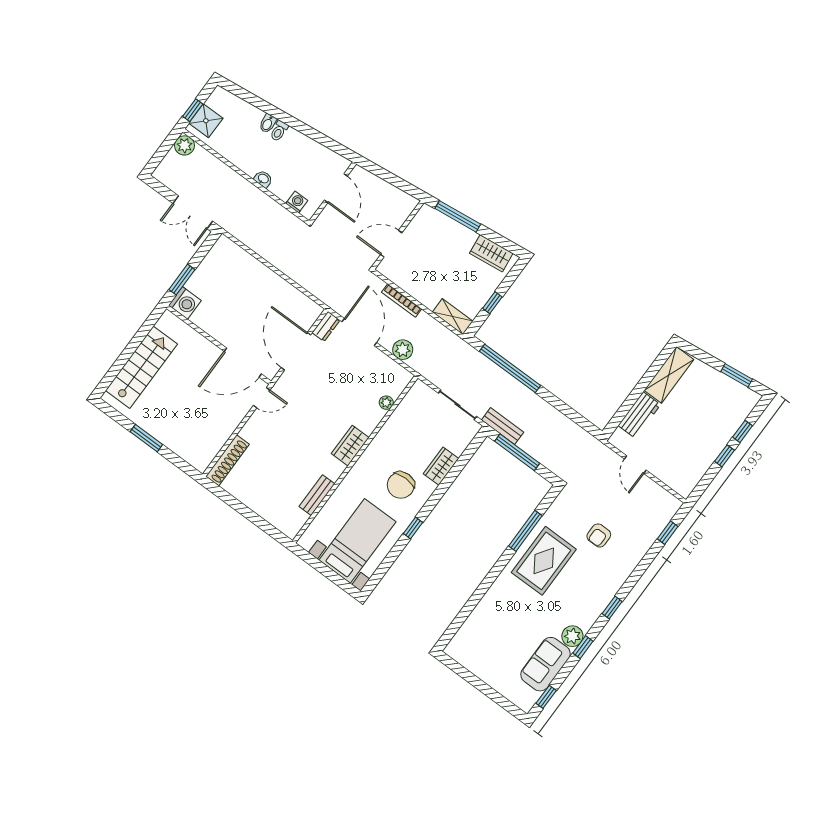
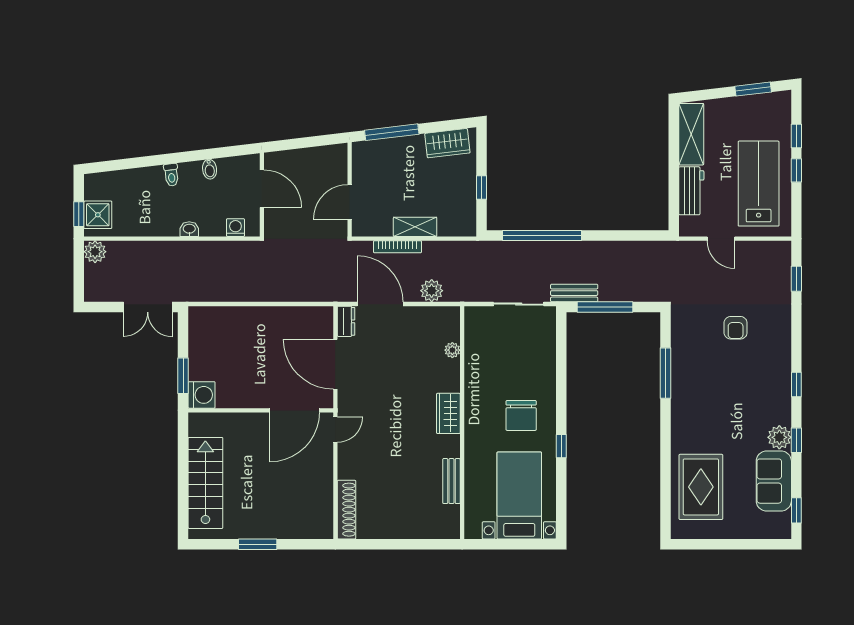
bidet: (268, 123) -> (210, 169), moved
shelving: (453, 317) -> (415, 227), moved
lab bench: (691, 445) -> (759, 184), added
wardrobe: (441, 466) -> (545, 371), removed
rug: (544, 561) -> (701, 487), moved

